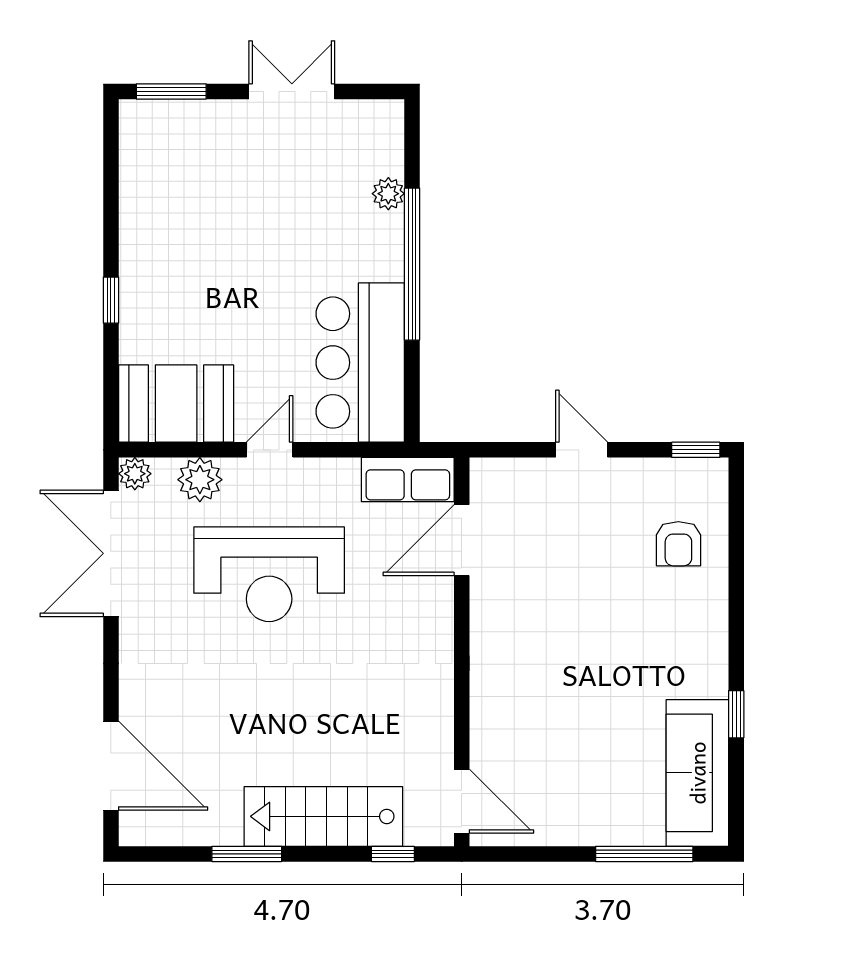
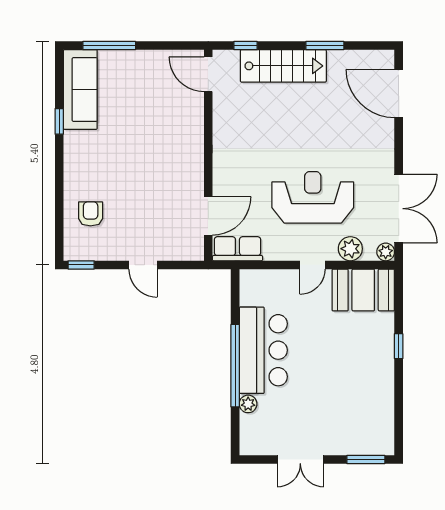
bar counter: (360, 363) -> (263, 350), moved

